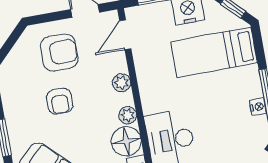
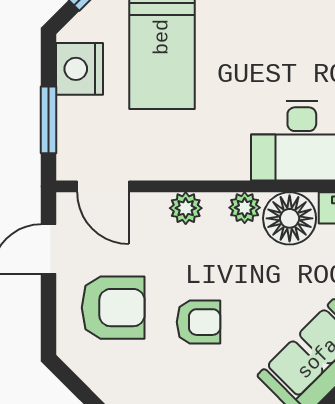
armchair: (59, 52) -> (113, 308), turned 90

